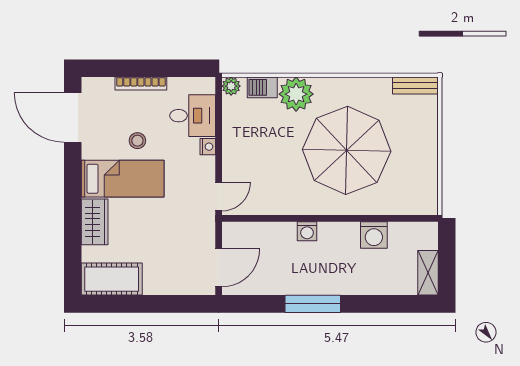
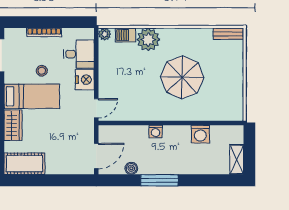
nightstand: (208, 147) -> (85, 80), width x1.89, depth x1.79
parasol: (347, 150) -> (182, 77), width x0.73, depth x0.73
boiler: (271, 286) -> (131, 168), added

